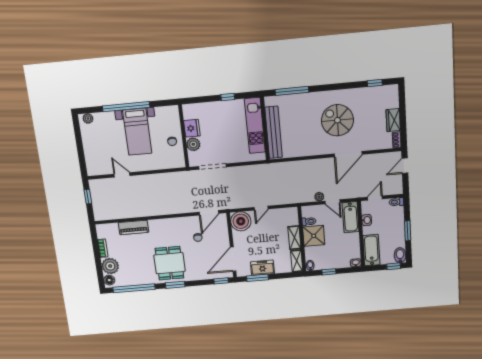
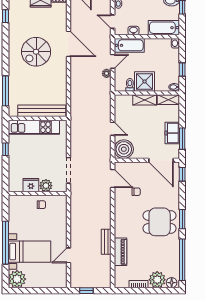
plant: (88, 118) -> (17, 279), width x1.88, depth x1.88
bed with nightstands: (137, 132) -> (29, 252), moved
bench: (142, 212) -> (106, 242), added

